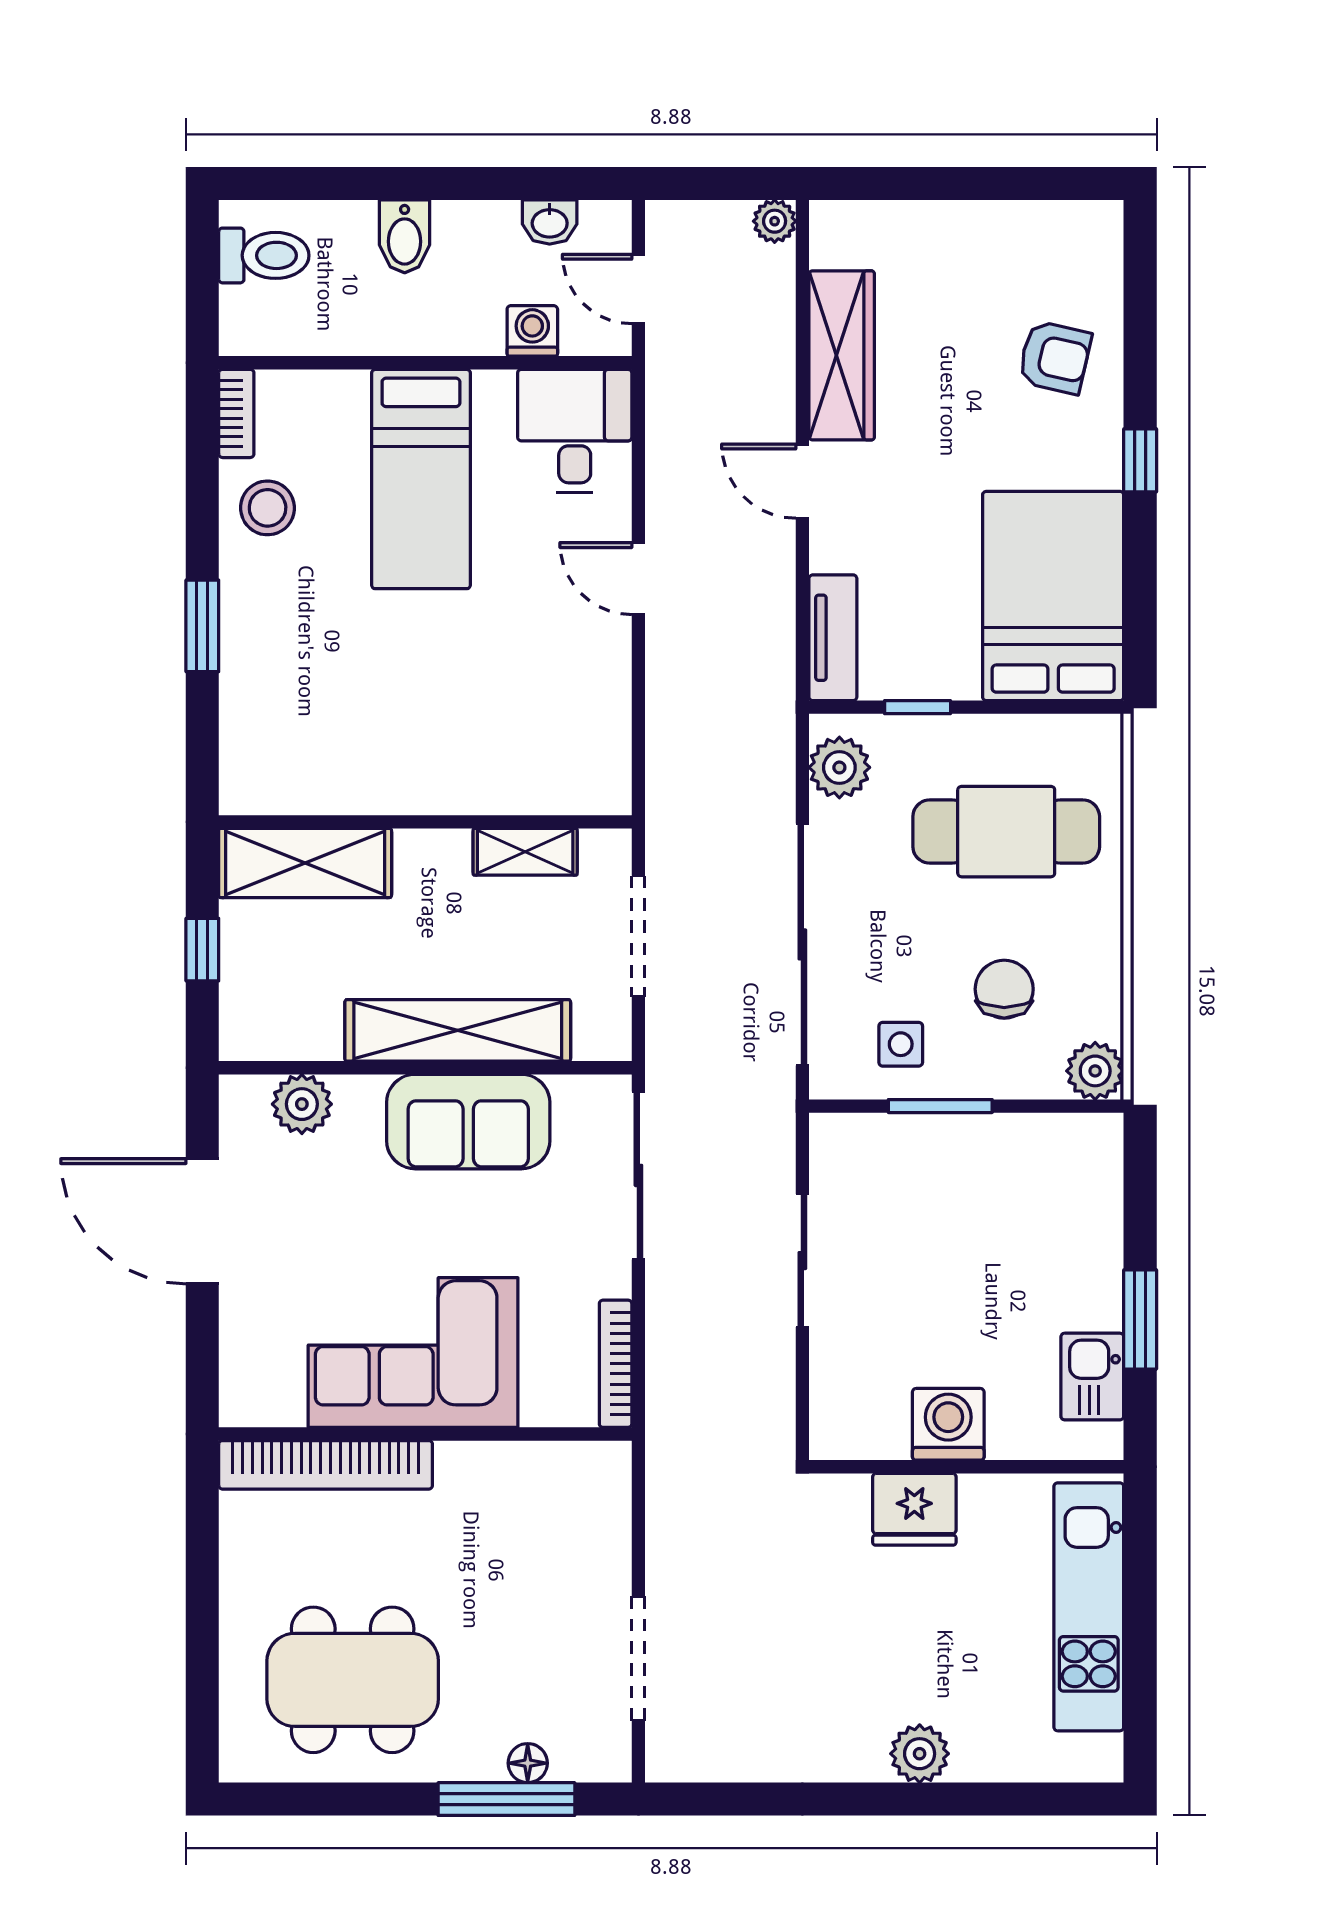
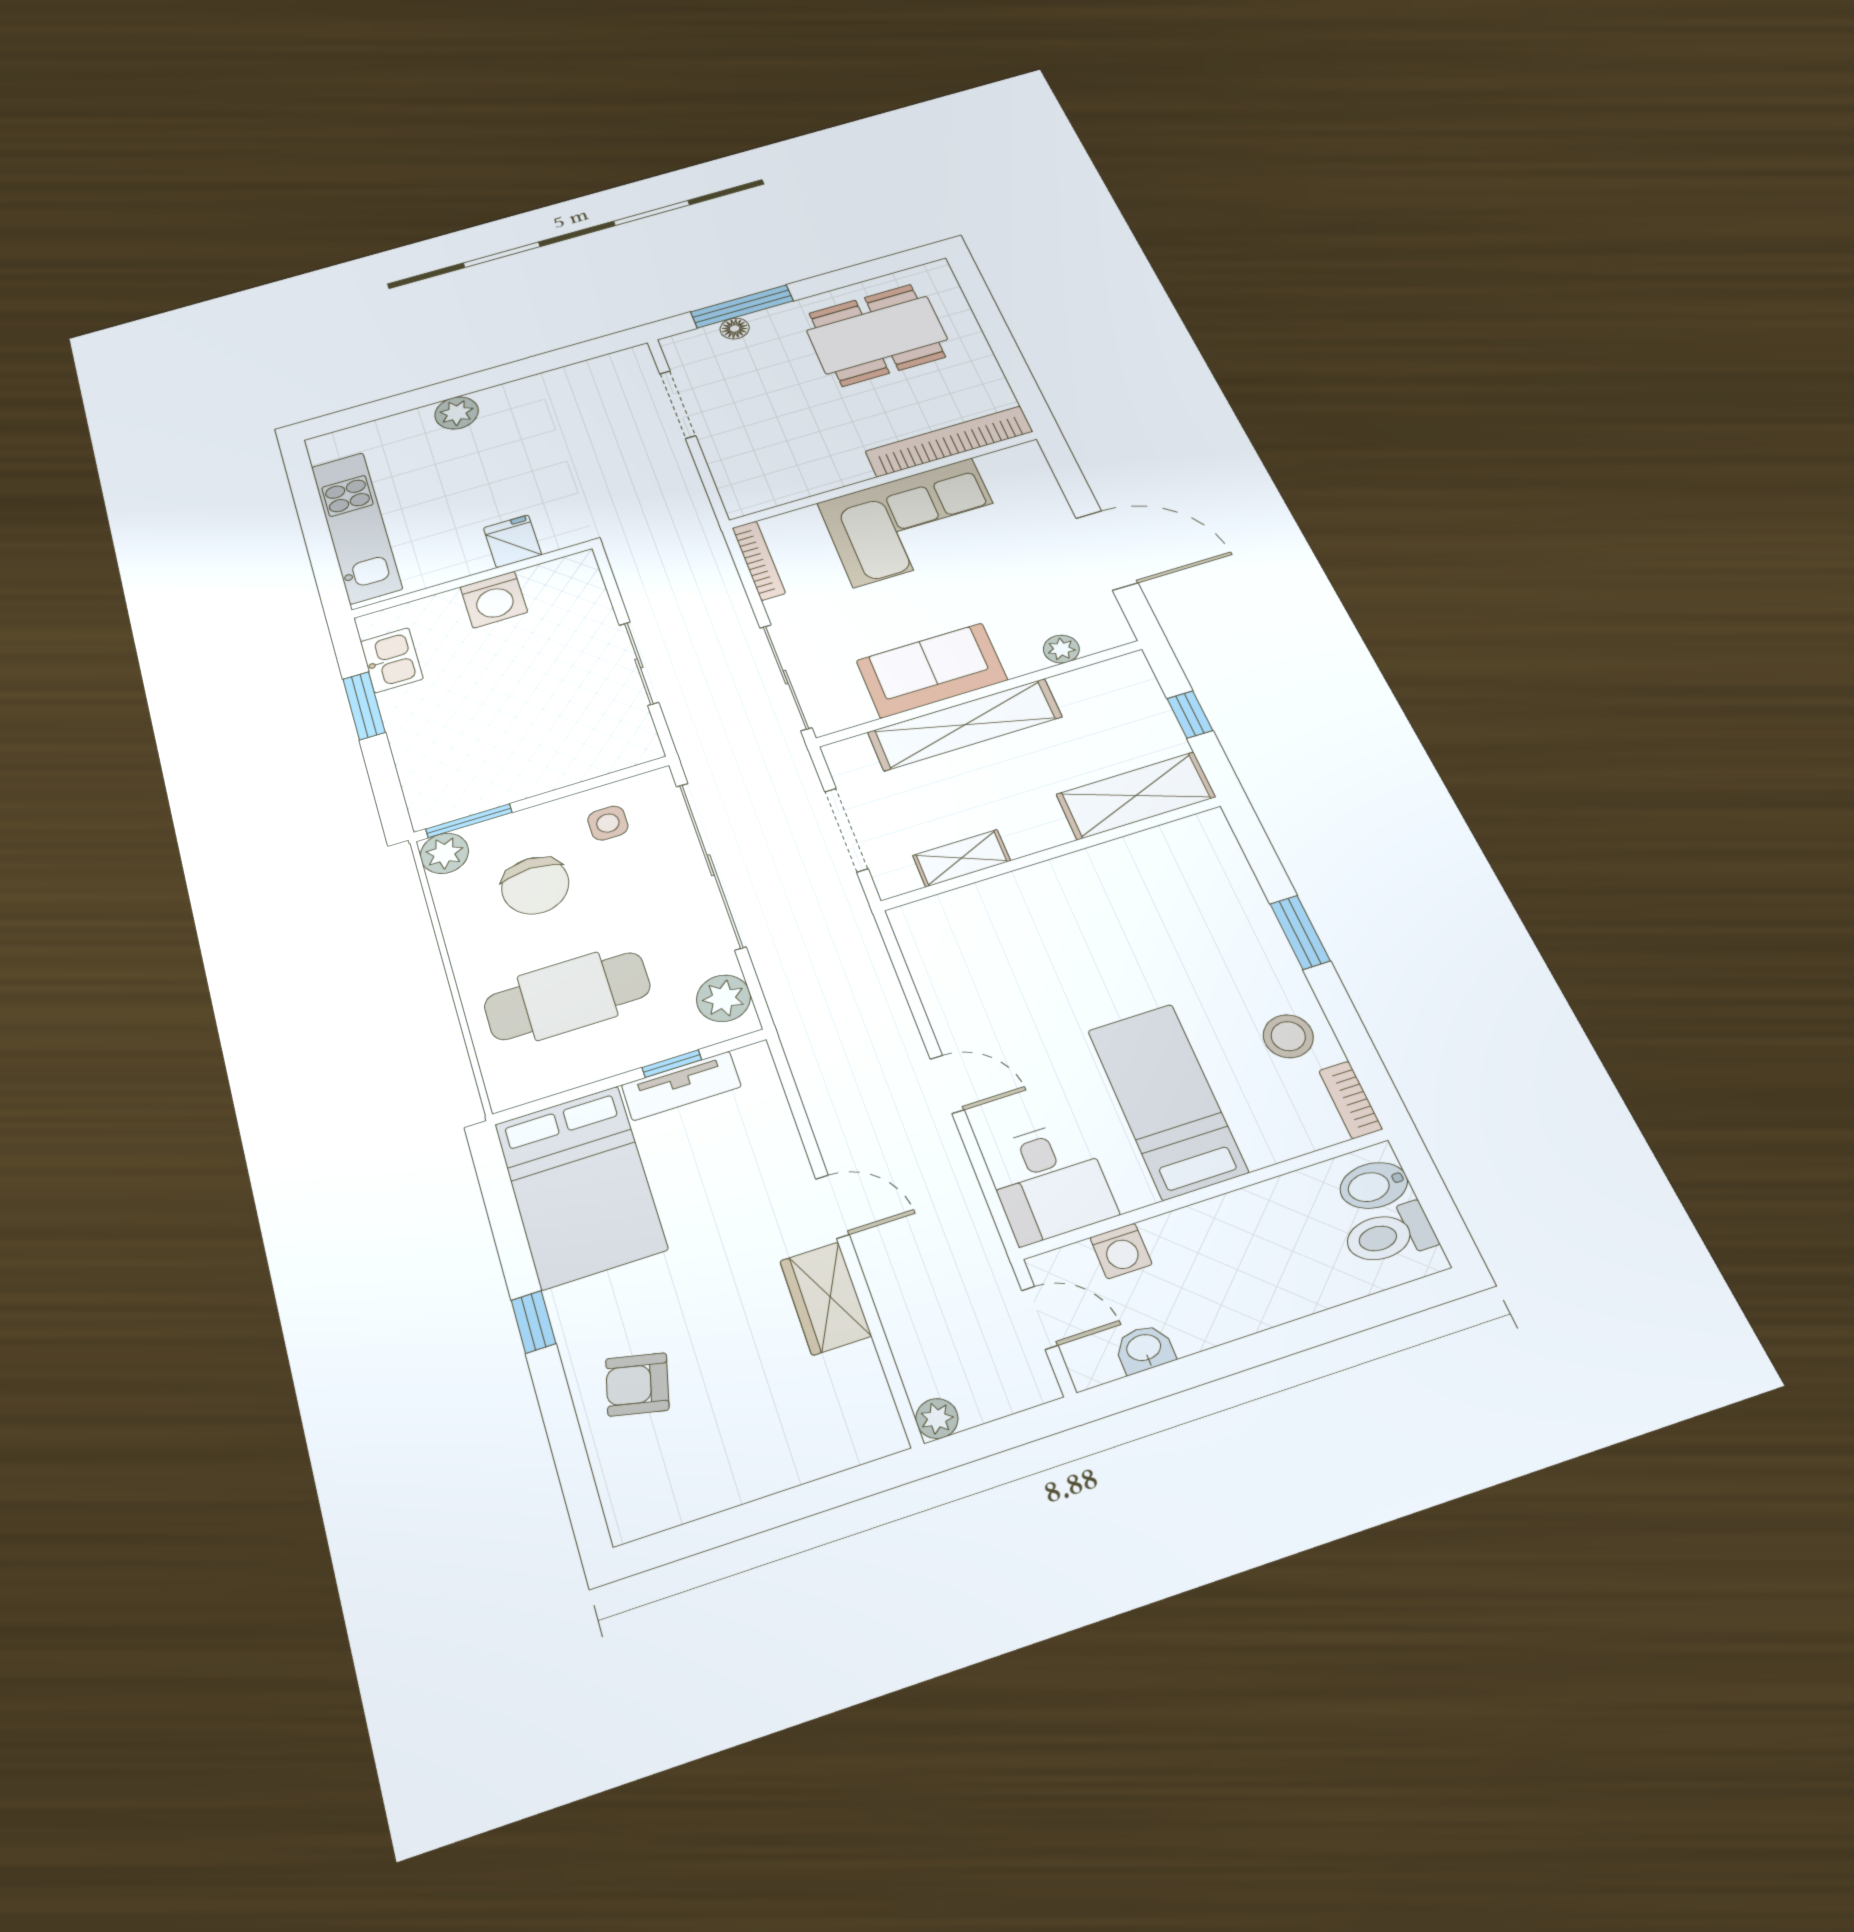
bidet: (405, 236) -> (1374, 1185), moved, turned -90
wardrobe: (842, 355) -> (825, 1298), width x0.67
tv unit: (833, 638) -> (681, 1086), moved, turned -90
chair: (1004, 989) -> (535, 886), width x1.37, depth x1.37
plant: (302, 1104) -> (1061, 649), width x0.73, depth x0.73
window: (940, 1106) -> (469, 821), moved
fridge: (914, 1509) -> (512, 541), width x0.72

